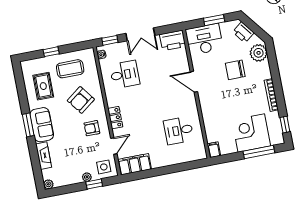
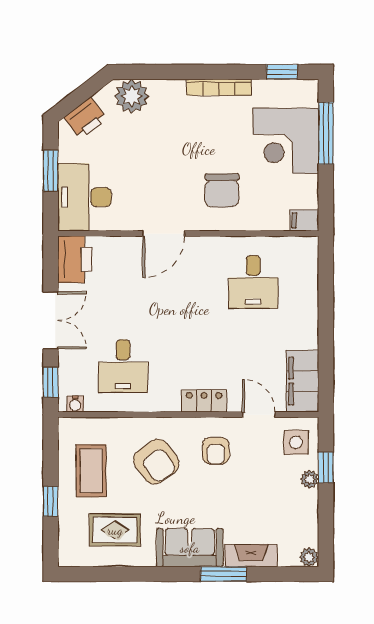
chair: (235, 70) -> (222, 190), moved
desk: (125, 74) -> (123, 366), turned 180
window: (28, 125) -> (224, 574), moved

